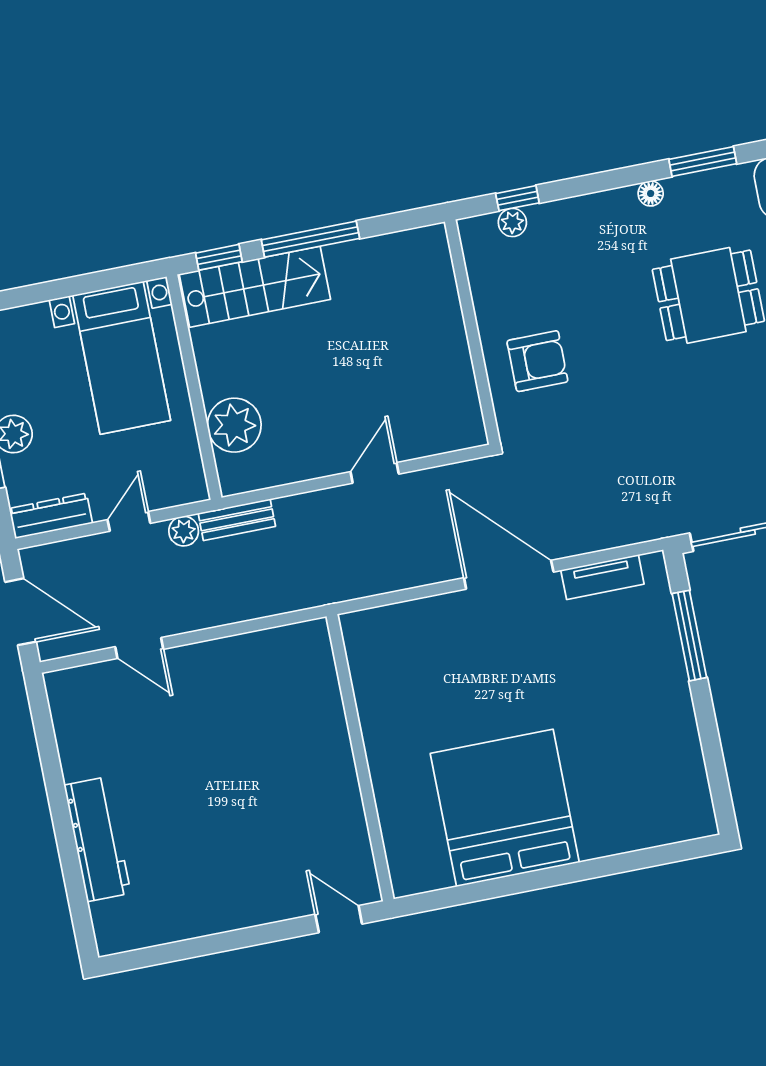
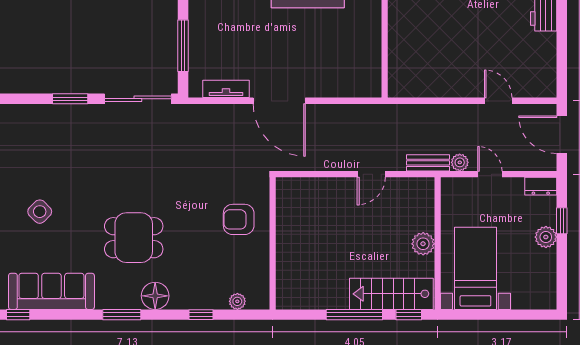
floor lamp: (651, 193) -> (155, 296), width x1.89, depth x1.89
window: (517, 198) -> (201, 315), moved
plant: (234, 425) -> (423, 244), moved, width x0.73, depth x0.73
door: (375, 473) -> (371, 174), moved
dresser: (51, 516) -> (541, 186), width x0.70
door: (129, 521) -> (490, 174), swing flipped

